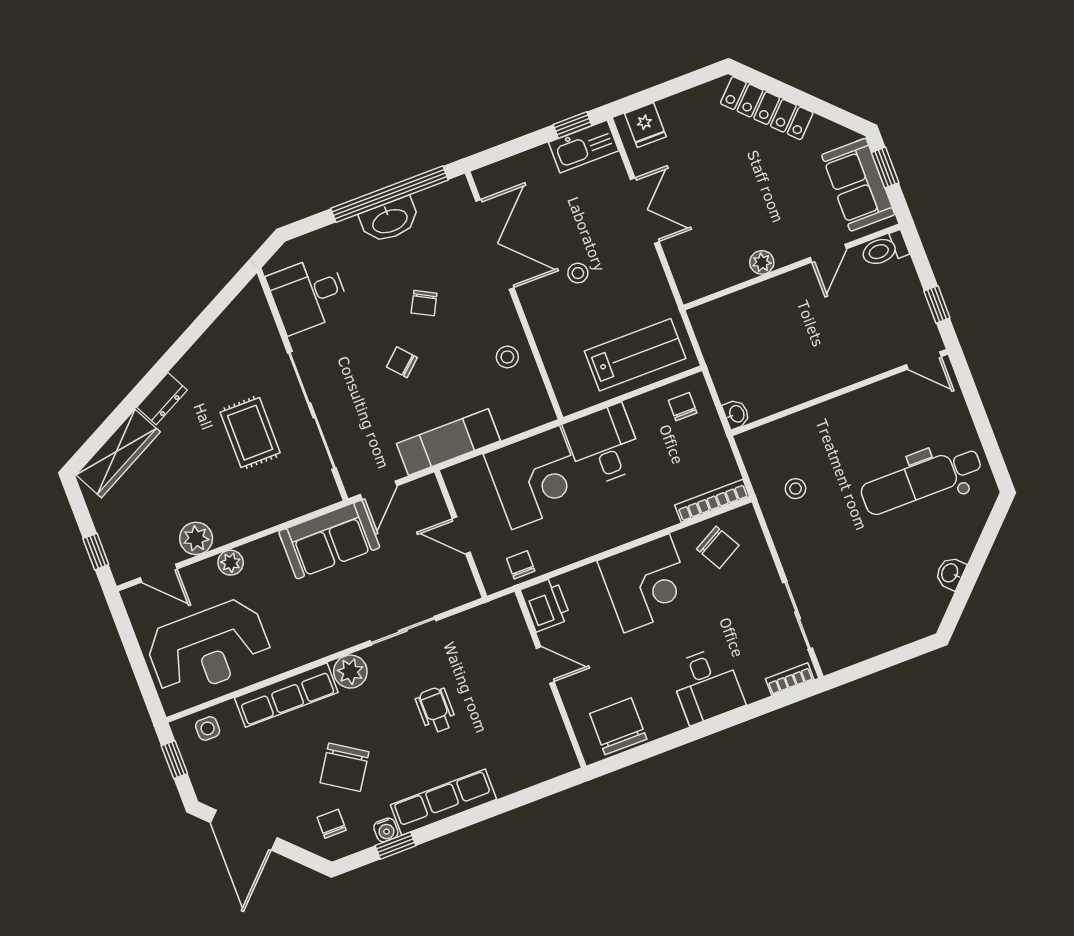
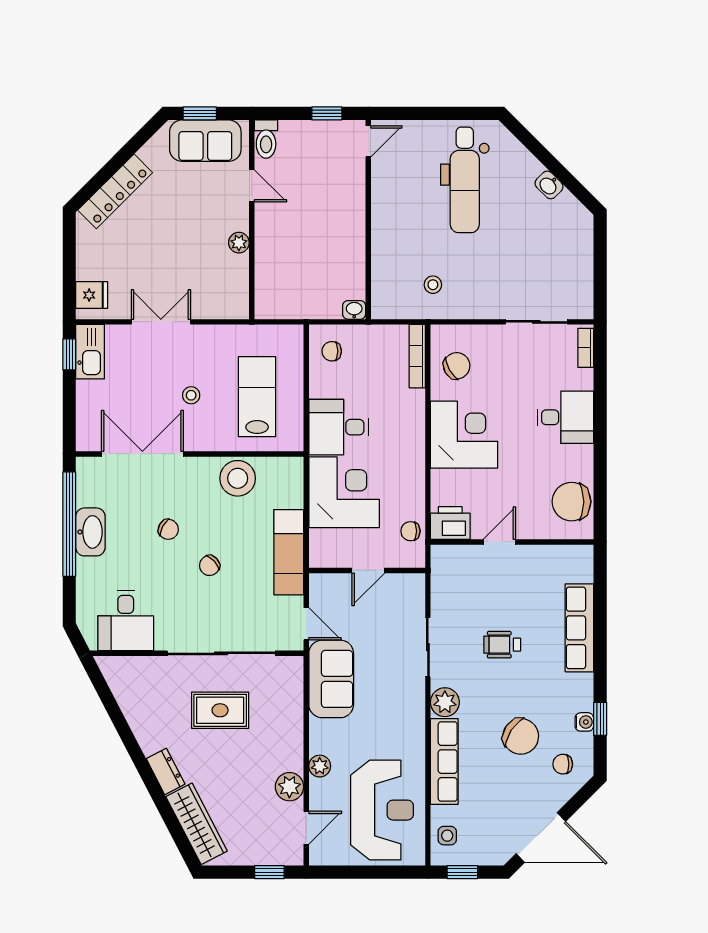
lab bench: (635, 355) -> (257, 397), moved
stool: (507, 357) -> (238, 478), width x1.89, depth x1.89
row of seats: (443, 802) -> (579, 628), moved

